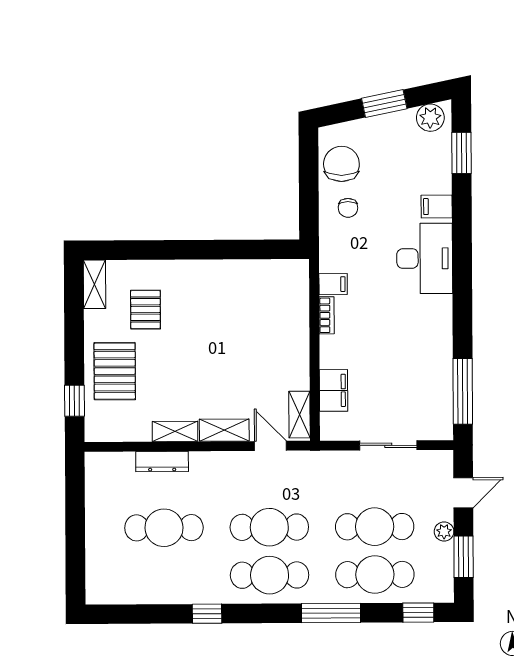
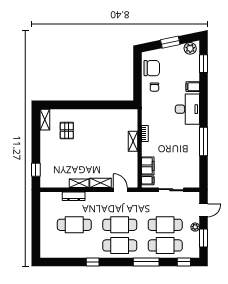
chair: (341, 164) -> (152, 68), turned 90
filing cabinet: (333, 284) -> (148, 180), moved
pallet: (115, 371) -> (53, 157), removed
window: (463, 391) -> (204, 141), moved
shelving: (299, 415) -> (133, 141), moved

